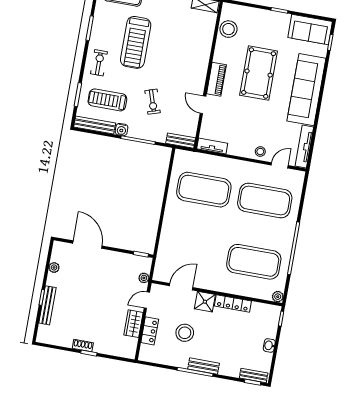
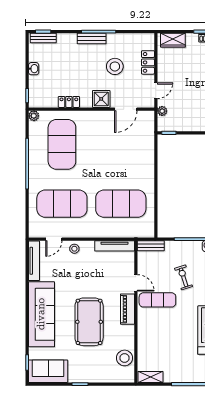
exercise mat: (184, 83) -> (157, 300), added
tv unit: (212, 146) -> (115, 246), width x1.41
exercise mat: (254, 262) -> (62, 144), turned 90
locker: (233, 303) -> (69, 102), width x0.66
wardrobe: (133, 324) -> (173, 40), moved, turned 90

